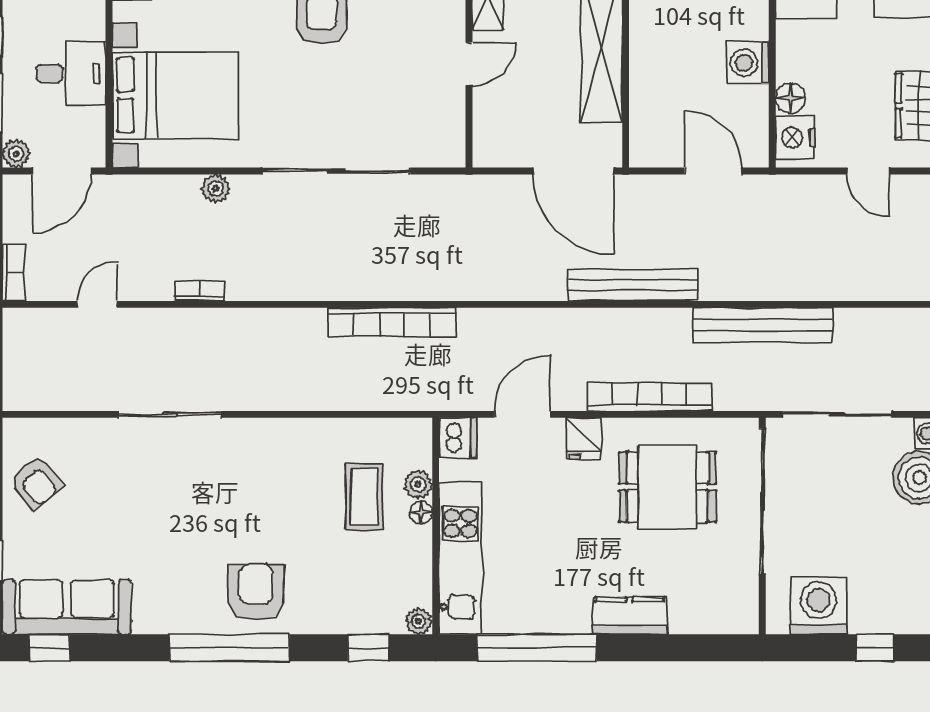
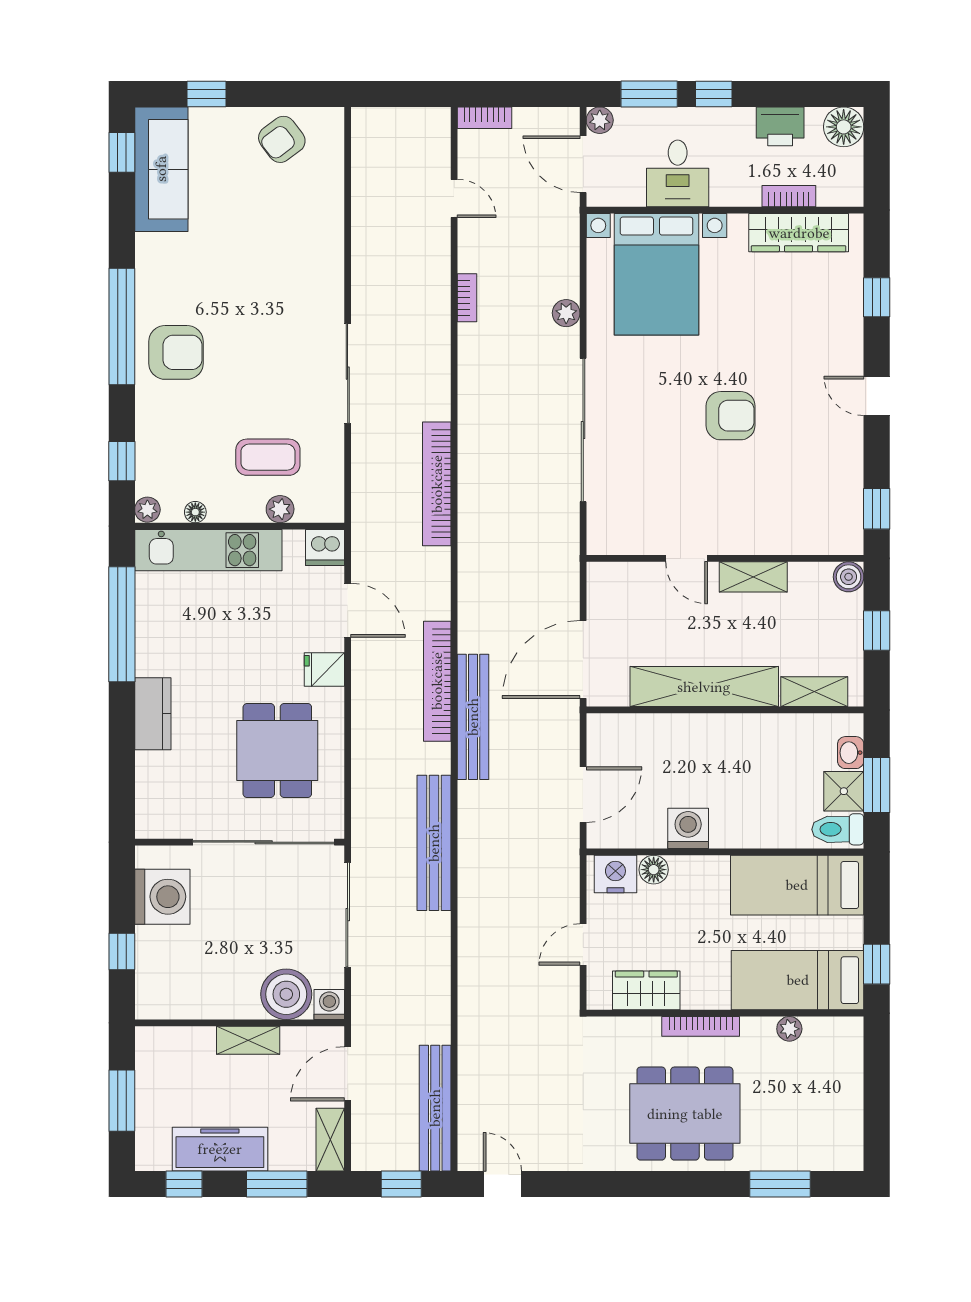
bookcase: (650, 397) -> (437, 681), moved, turned 180
sliding door: (170, 414) -> (348, 373), moved
floor lamp: (421, 512) -> (195, 512), moved

